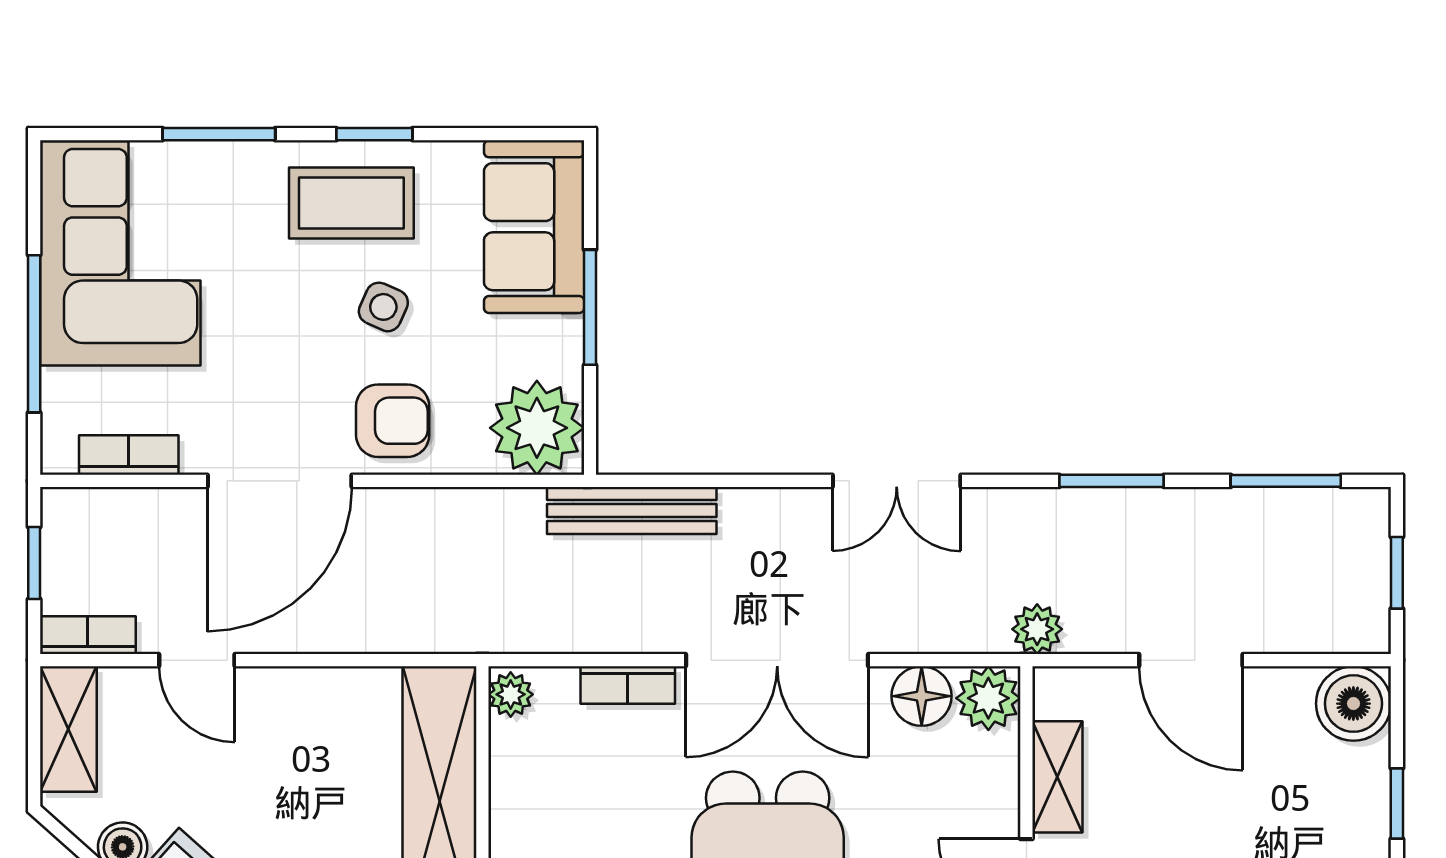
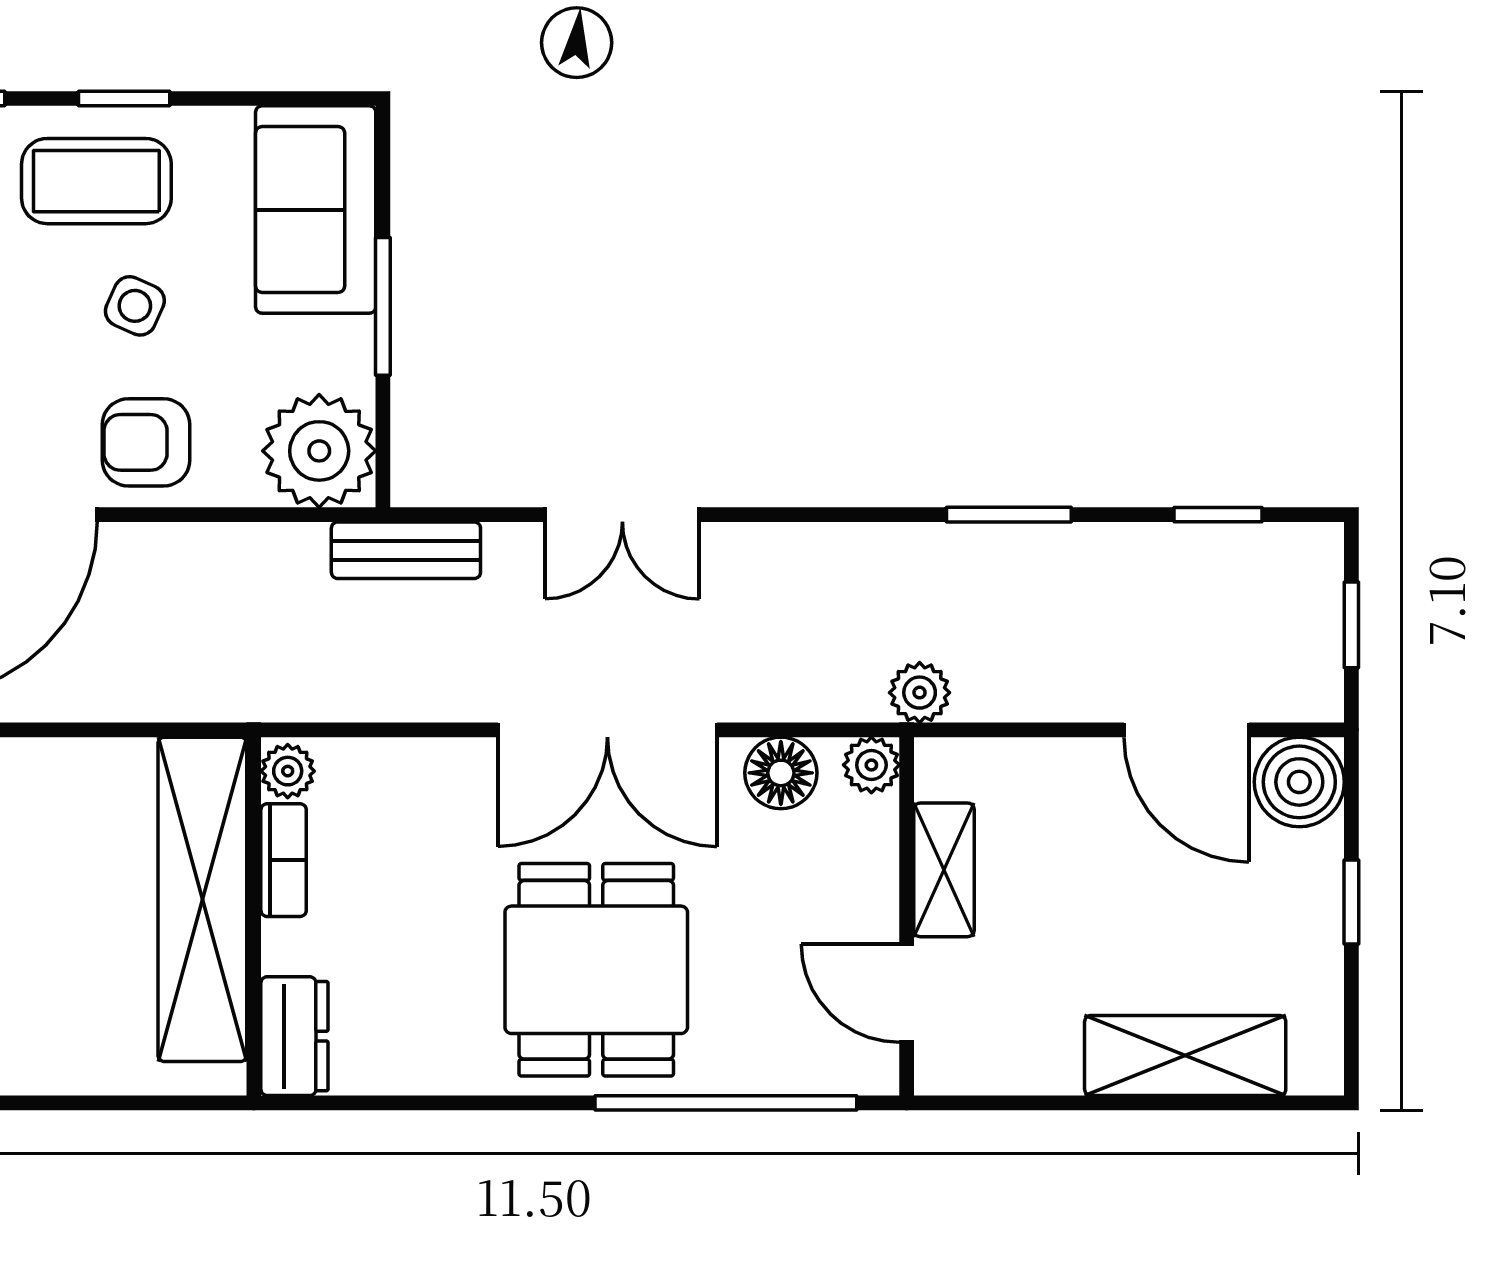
armchair: (393, 421) -> (146, 442), turned 180
double door: (897, 481) -> (622, 515), moved
window: (1286, 481) -> (1218, 515), width x0.67
bench: (632, 511) -> (406, 550), width x0.73
door: (1191, 660) -> (1186, 730), moved
bookcase: (628, 685) -> (284, 860), moved, turned -90
plant: (988, 698) -> (871, 765), width x0.73, depth x0.73

